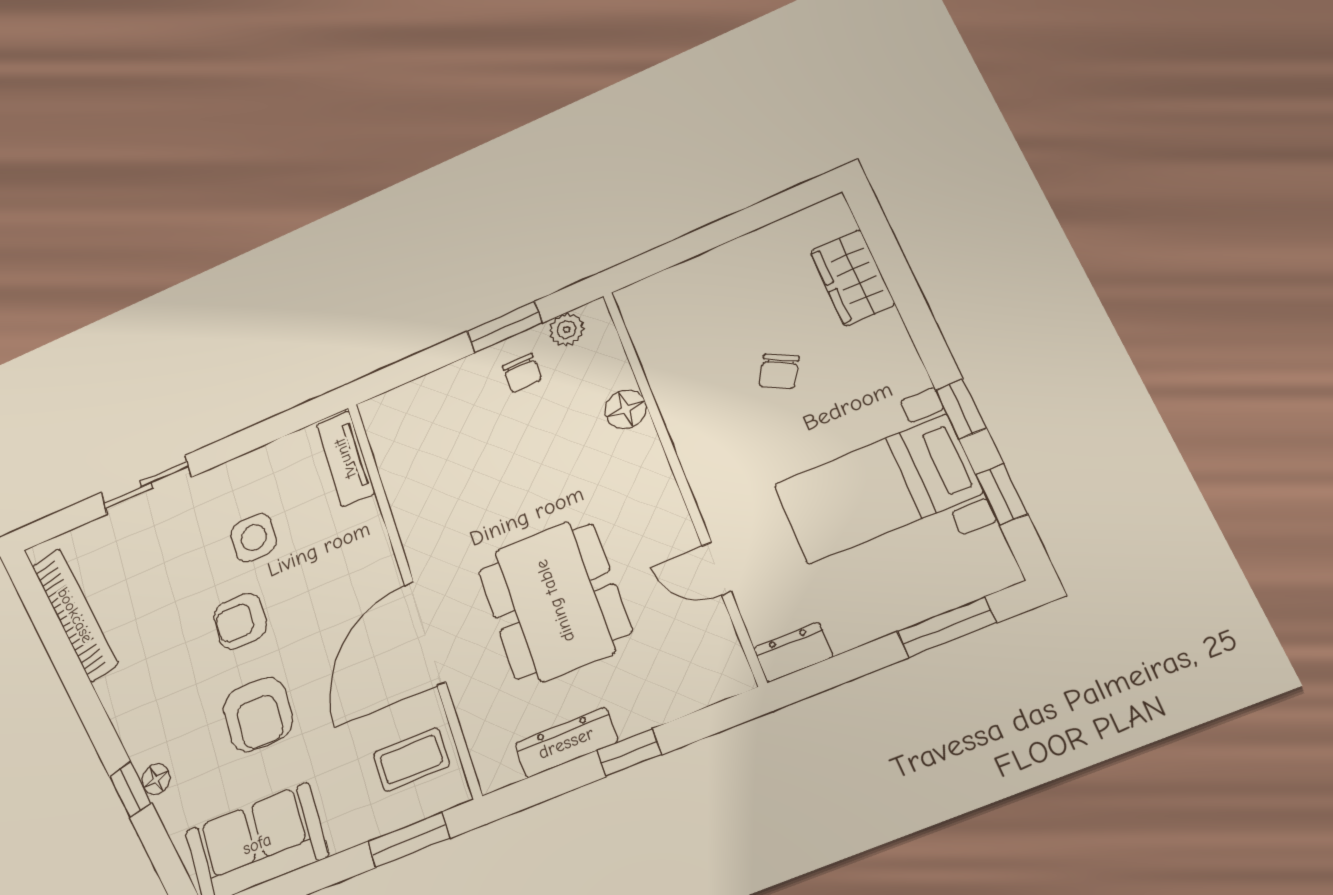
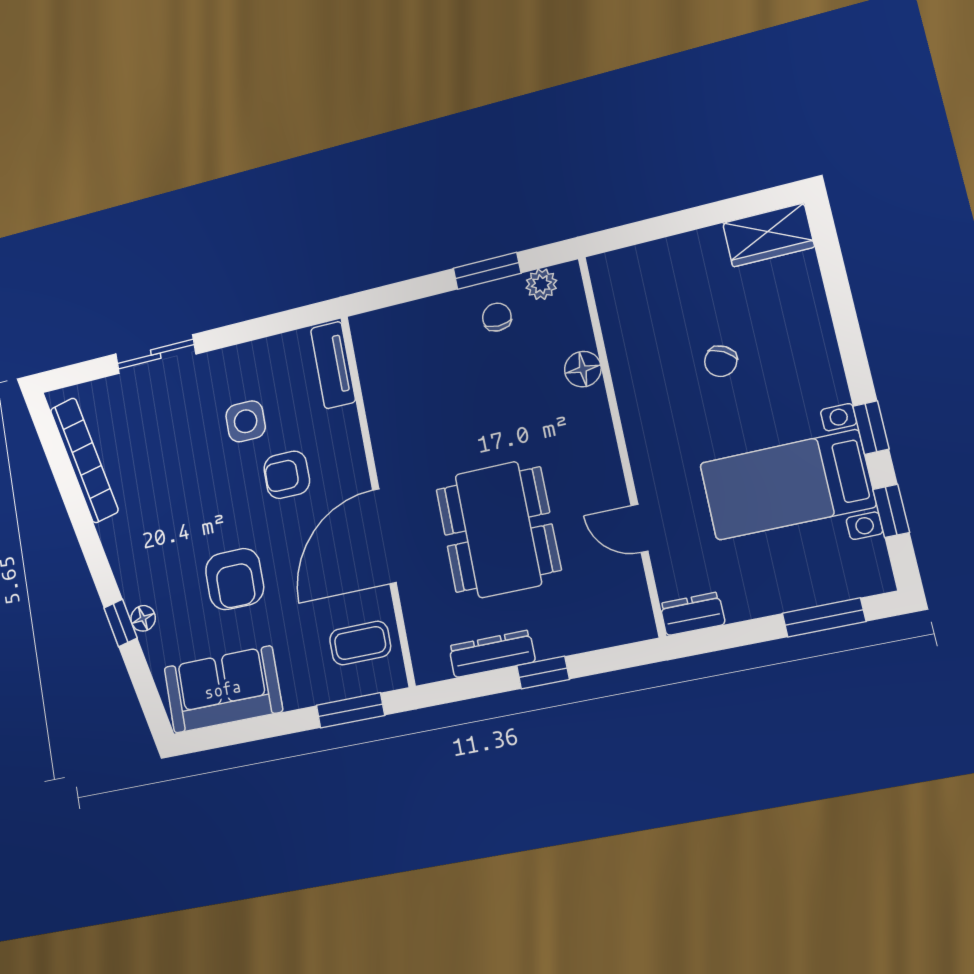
wardrobe: (852, 278) -> (768, 235), moved, turned -90
chair: (522, 373) -> (497, 317), turned 180
armchair: (240, 621) -> (287, 475), moved

